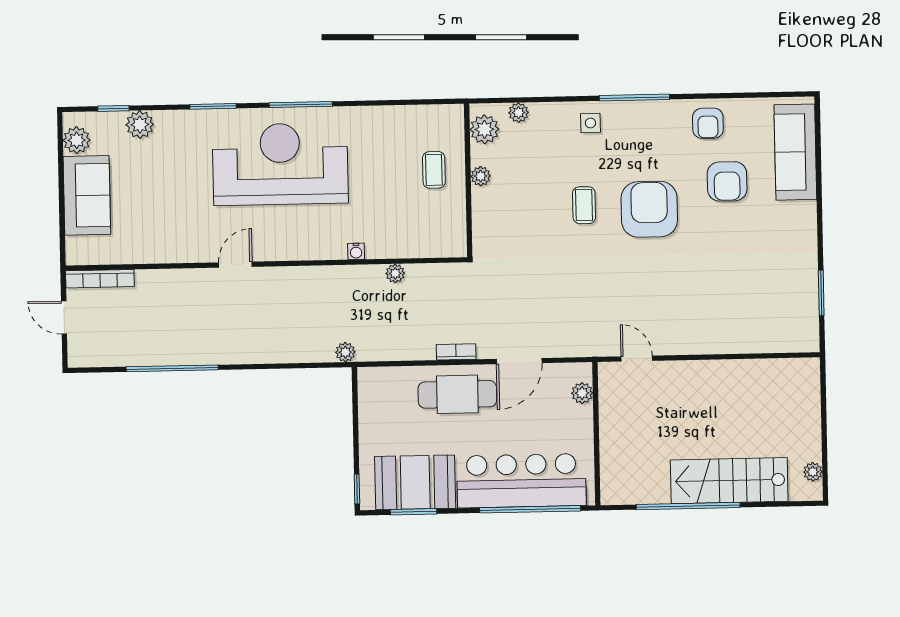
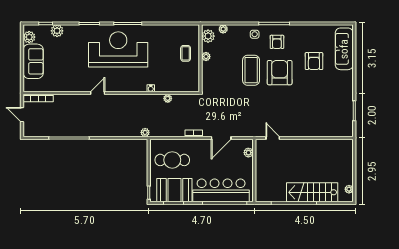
armchair: (708, 123) -> (277, 42), moved
coffee table: (584, 205) -> (251, 70), width x1.86, depth x1.72
cafe table: (457, 394) -> (172, 160), moved

